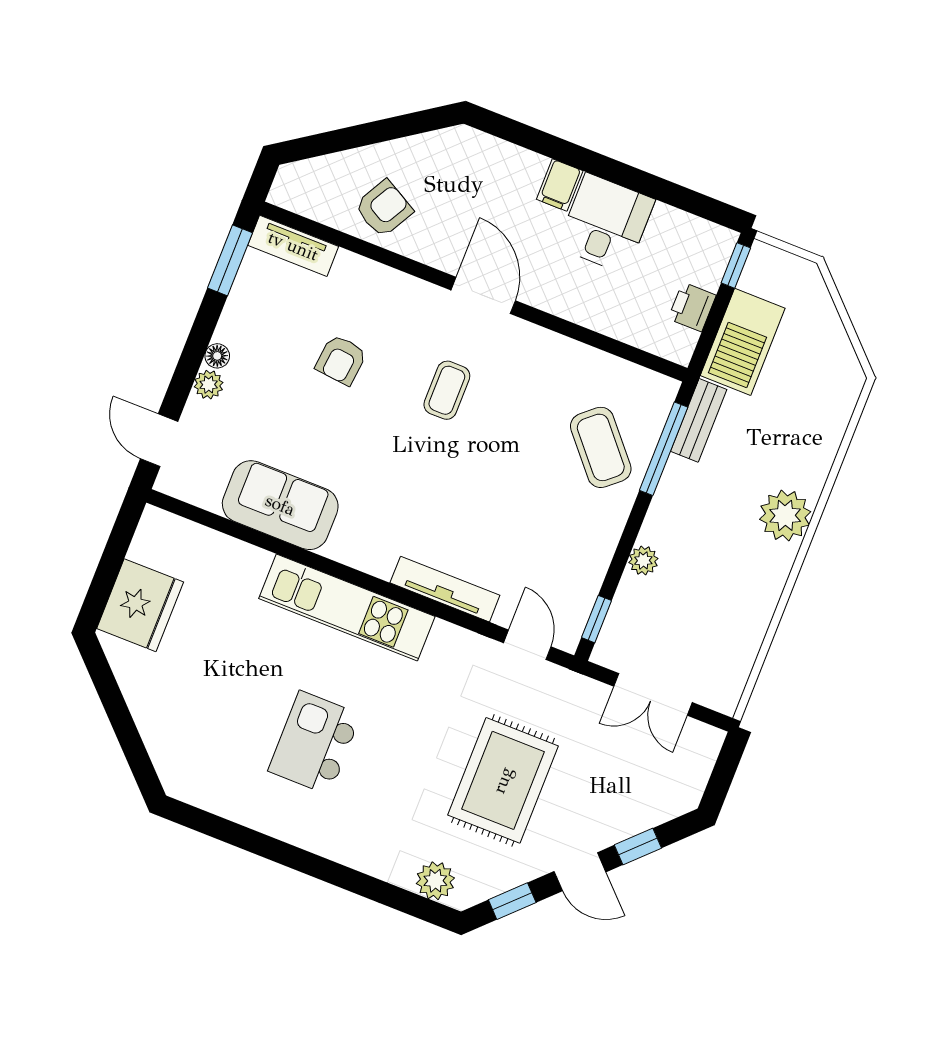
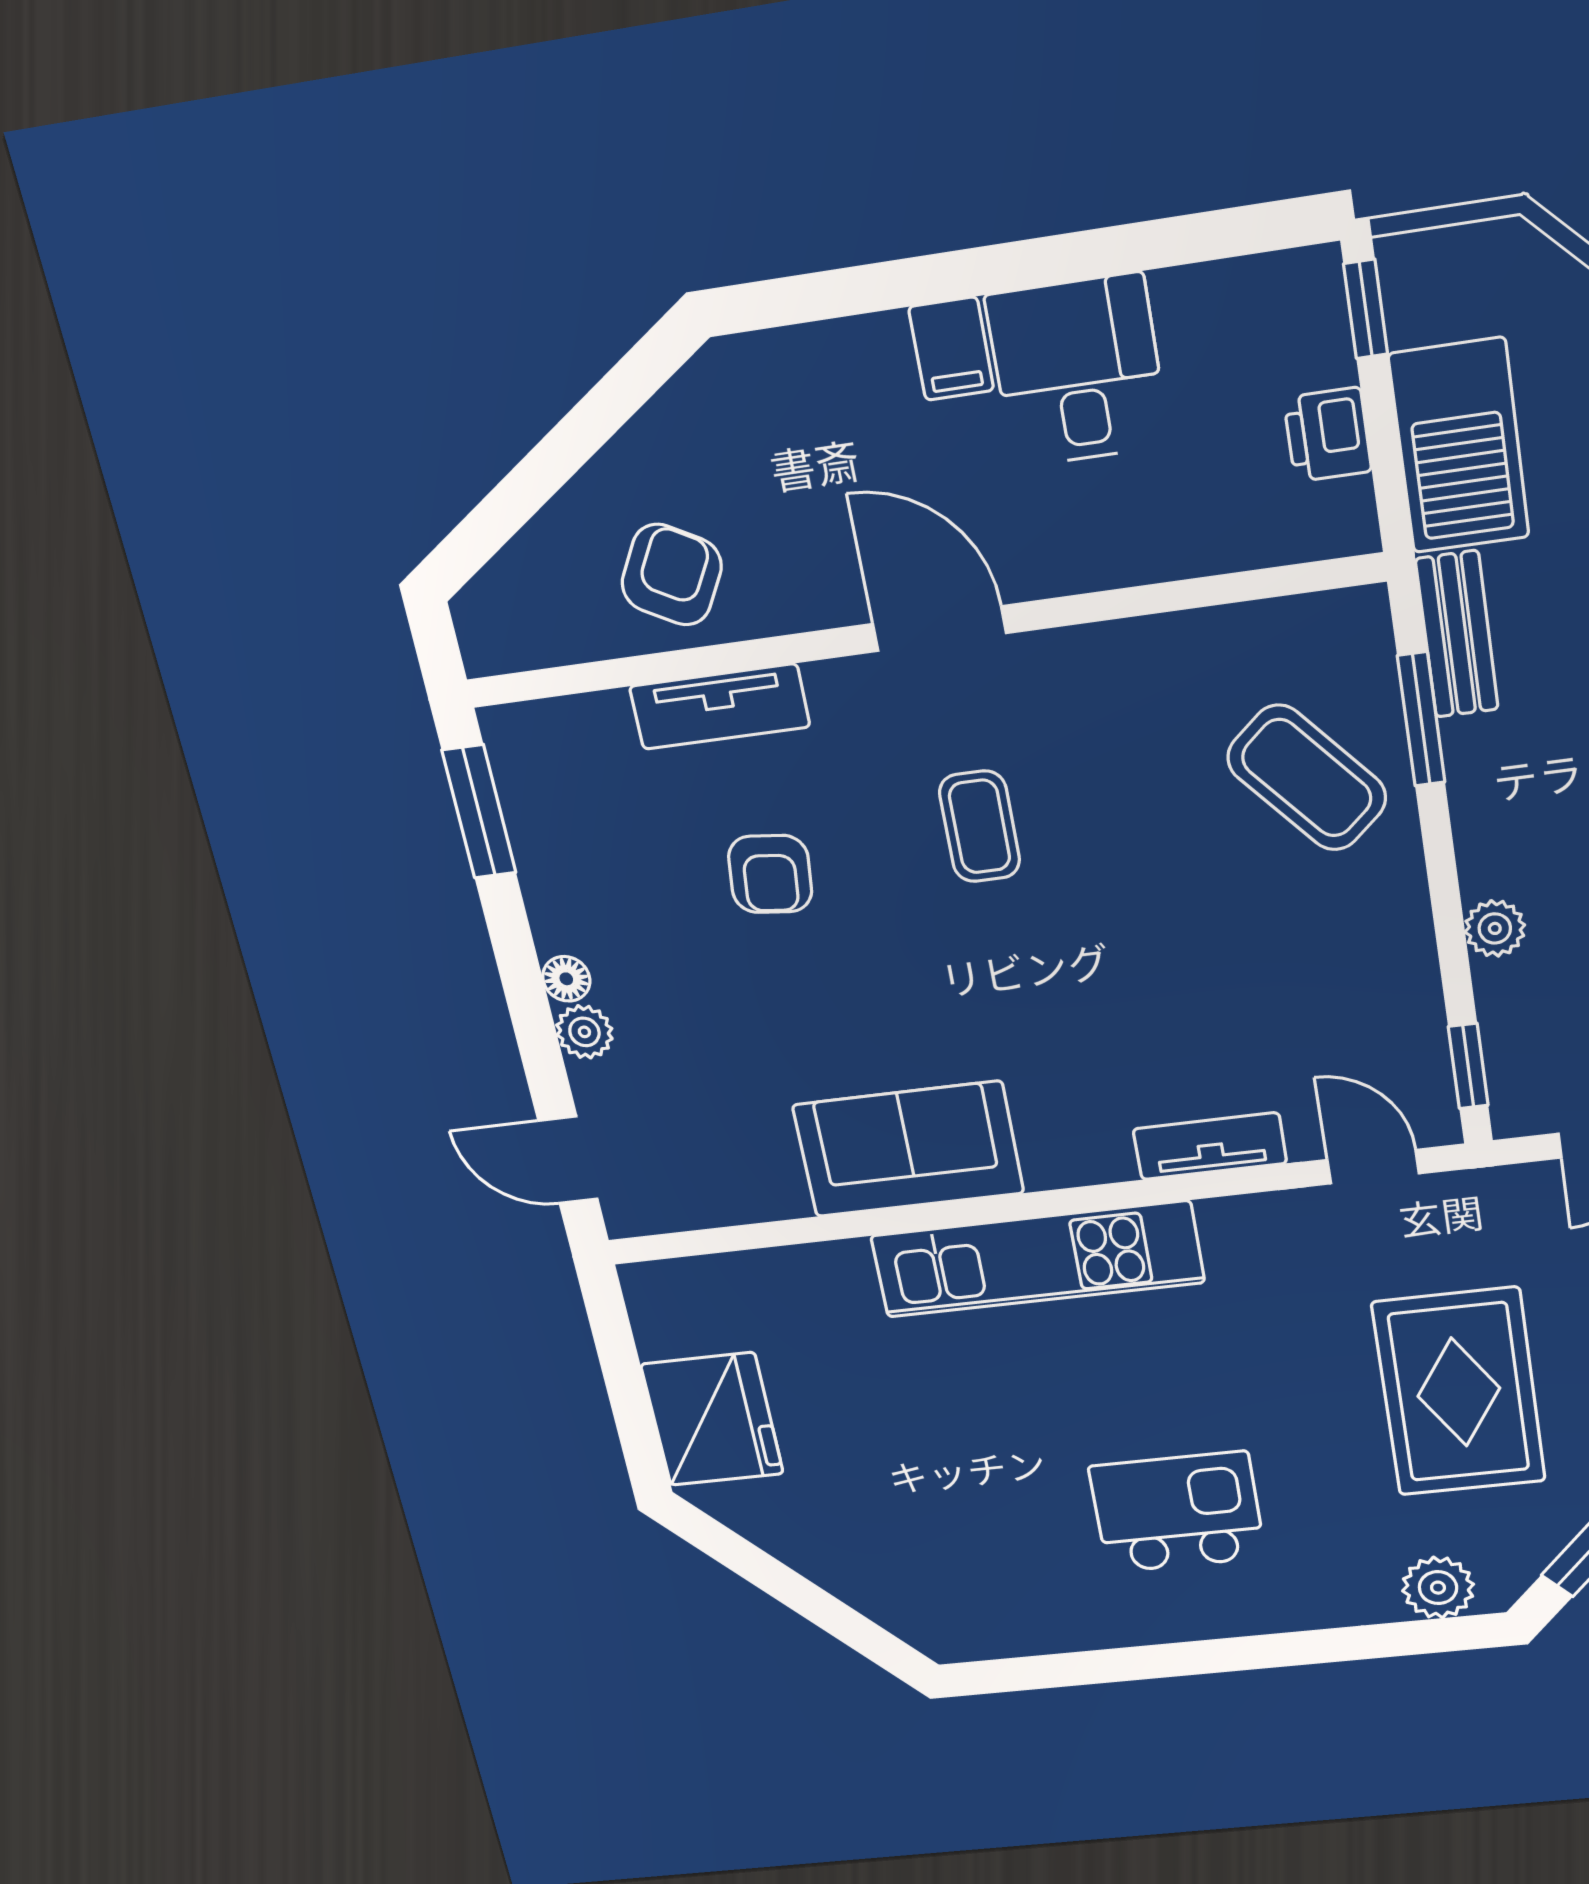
tv unit: (293, 246) -> (720, 707), moved
window: (664, 449) -> (1421, 719), width x0.69
sofa: (280, 505) -> (908, 1149), moved
tv unit: (445, 589) -> (1210, 1146), width x0.71
kitchen island: (314, 743) -> (1177, 1512), moved, turned 90

